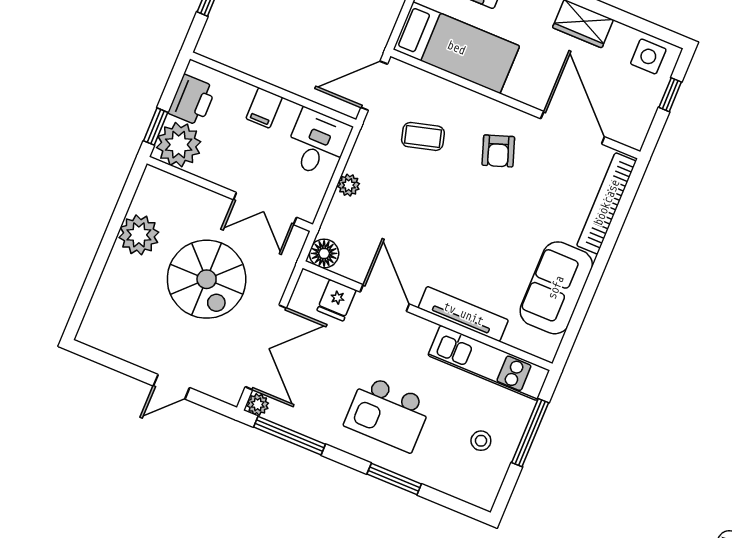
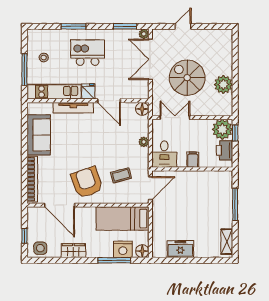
armchair: (498, 151) -> (87, 182), width x1.88, depth x1.88
fridge: (337, 300) -> (88, 91), moved
window: (289, 436) -> (125, 26), width x0.69

